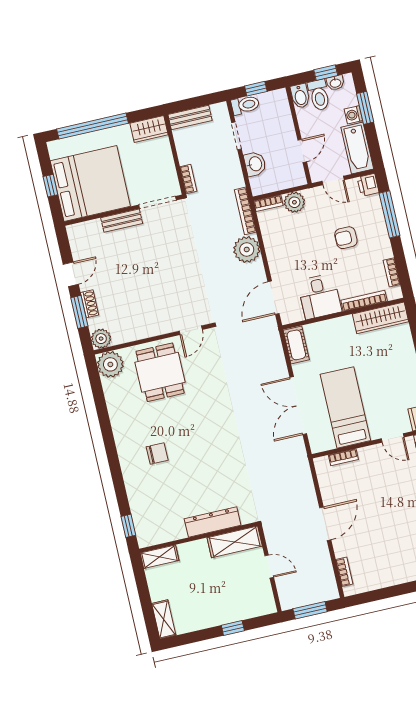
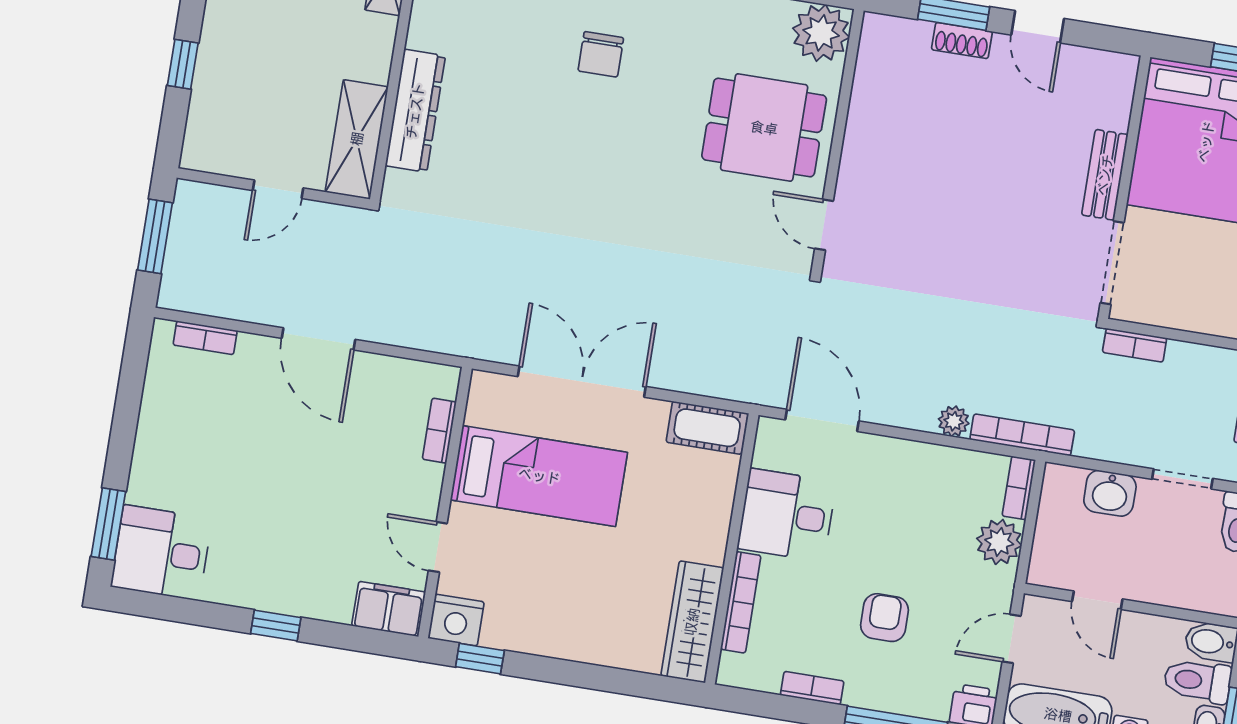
plant: (247, 250) -> (954, 421), width x0.53, depth x0.53
bookcase: (392, 272) -> (812, 688), moved
plant: (101, 339) -> (881, 35), removed
door: (393, 438) -> (438, 547), hinge flipped

